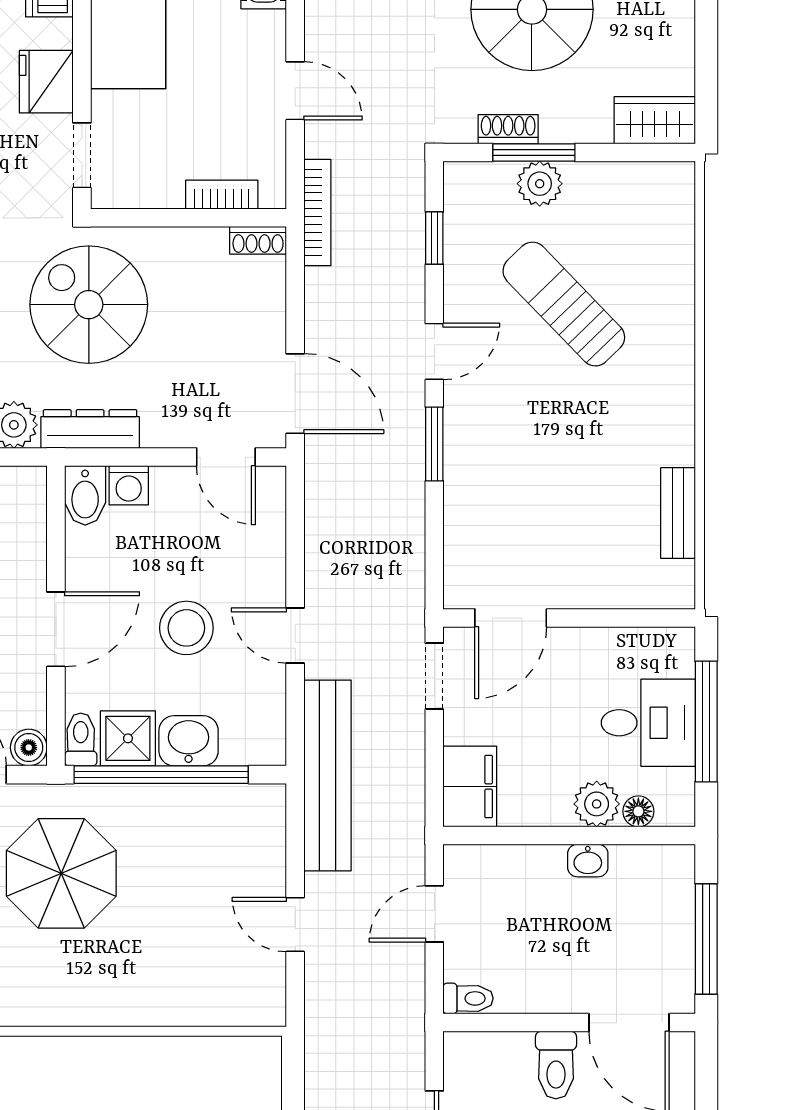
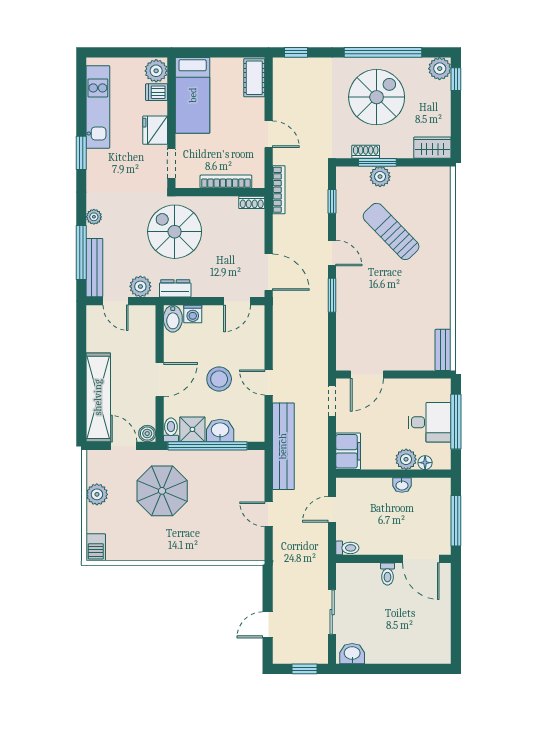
bookcase: (222, 195) -> (226, 182), width x1.56
door: (434, 351) -> (332, 253), hinge flipped
dresser: (90, 429) -> (175, 288), width x0.70
door: (226, 457) -> (237, 301), hinge flipped
bench: (678, 513) -> (443, 350), moved
toilet: (556, 1065) -> (387, 574), width x0.73, depth x0.72

